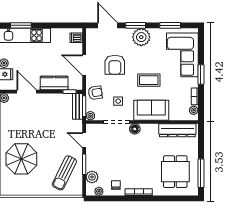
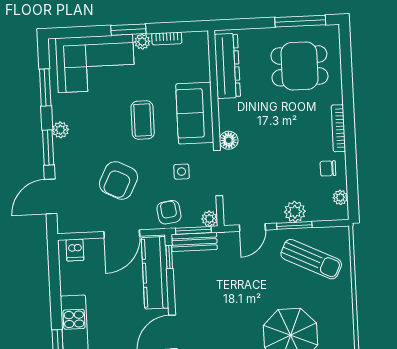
plant: (141, 37) -> (60, 130), width x0.53, depth x0.53
armchair: (115, 65) -> (119, 180), turned 117
kitchen counter: (54, 83) -> (155, 273), width x1.50
plant: (194, 110) -> (142, 42), moved
plant: (92, 177) -> (295, 212), moved

